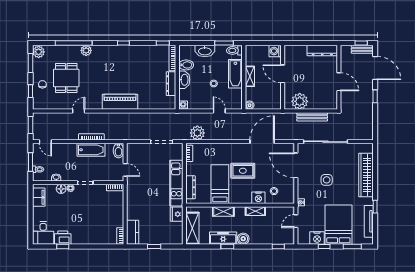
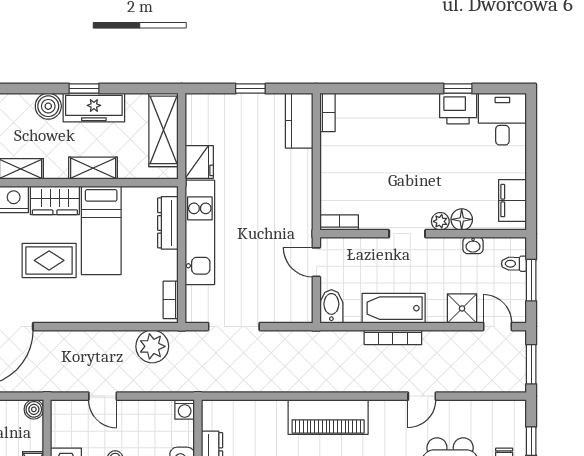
shower: (61, 150) -> (462, 308), added
wardrobe: (240, 197) -> (55, 200), added

